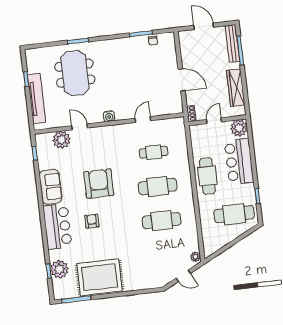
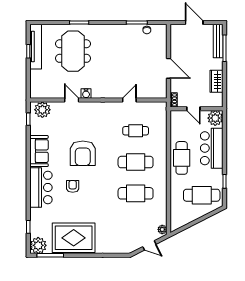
wardrobe: (236, 88) -> (217, 81), width x0.67
tv unit: (37, 99) -> (36, 47), moved
water cooler: (109, 116) -> (86, 94), moved
door: (214, 121) -> (193, 109), swing flipped
plant: (62, 140) -> (42, 110), moved
armchair: (99, 184) -> (83, 153), turned 180
plant: (59, 269) -> (38, 245), moved

